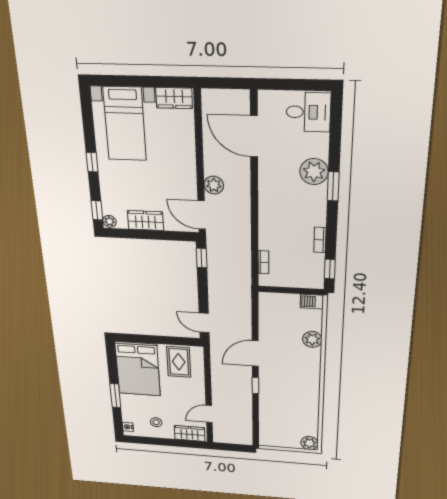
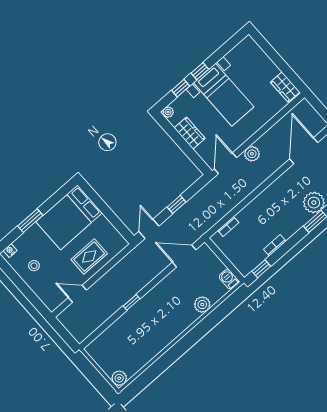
bed with nightstands: (125, 124) -> (224, 95), moved, turned -90
window: (97, 210) -> (181, 88), moved
window: (202, 258) -> (177, 204), moved
door: (255, 353) -> (184, 256), moved
rug: (179, 362) -> (89, 257), moved
wardrobe: (190, 433) -> (47, 296), removed

